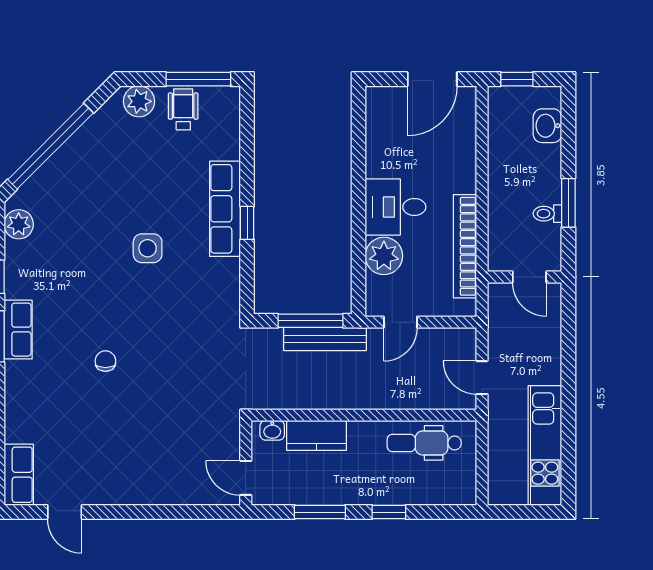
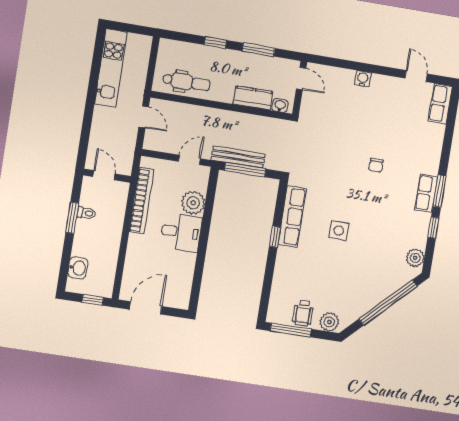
row of seats: (225, 209) -> (292, 216), moved
water cooler: (149, 494) -> (363, 79), added

